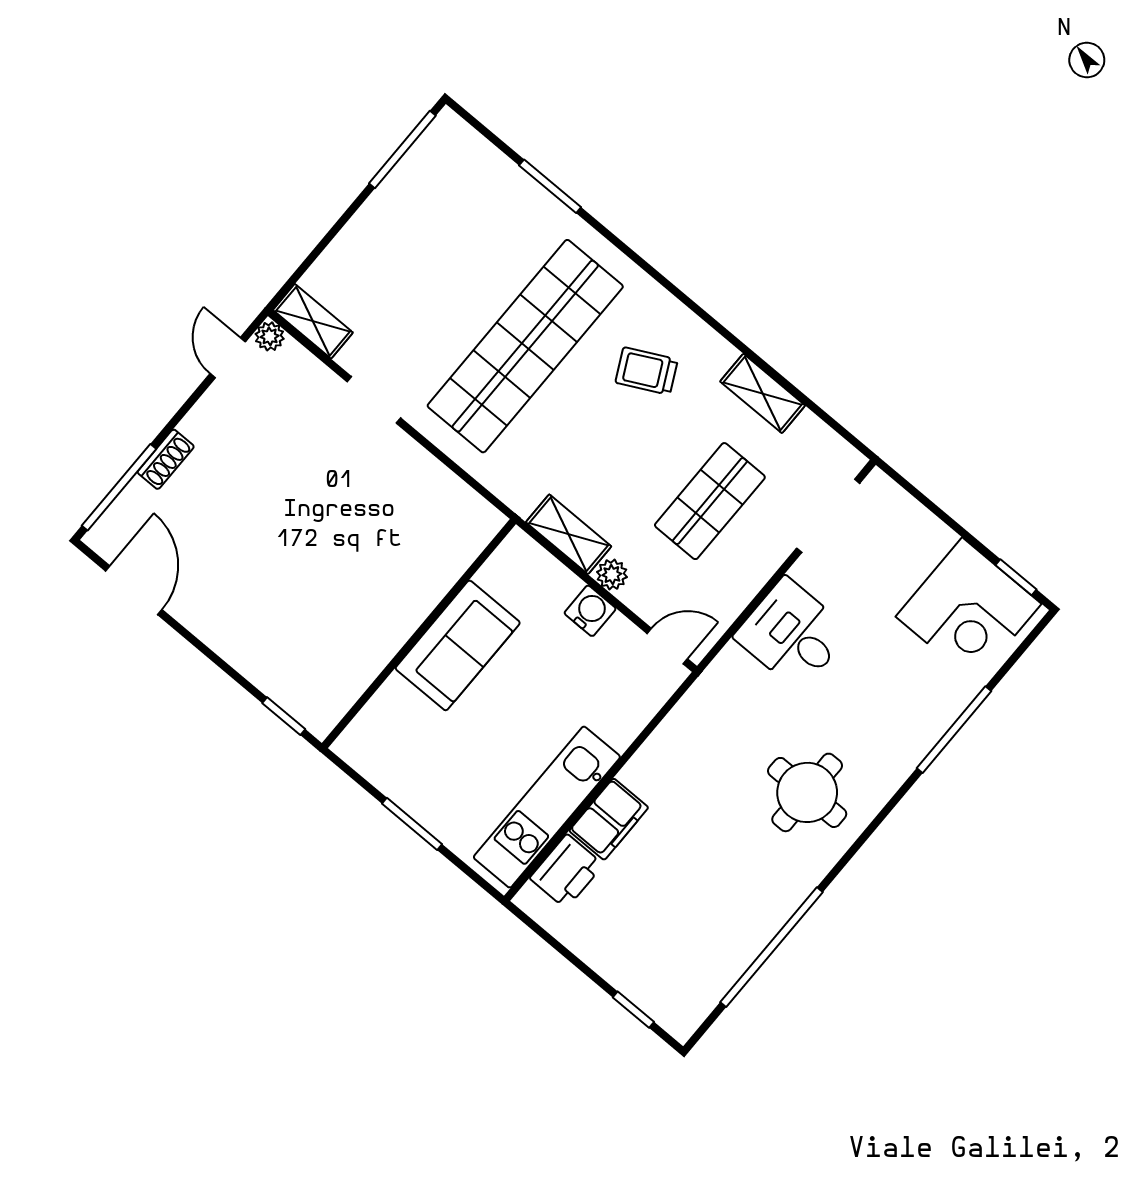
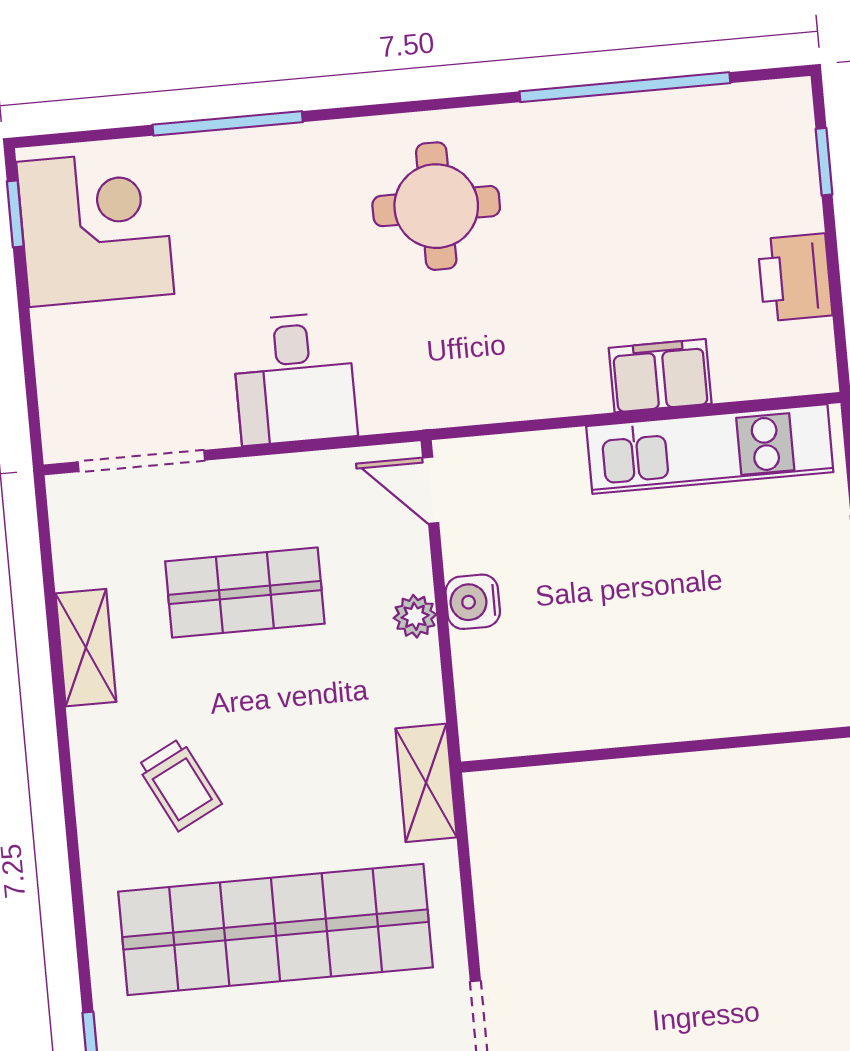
shelving: (569, 534) -> (426, 783), moved
sofa: (458, 645) -> (639, 698), removed
printer: (566, 871) -> (795, 277), moved, turned -90

